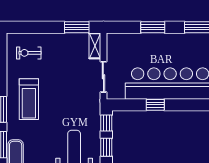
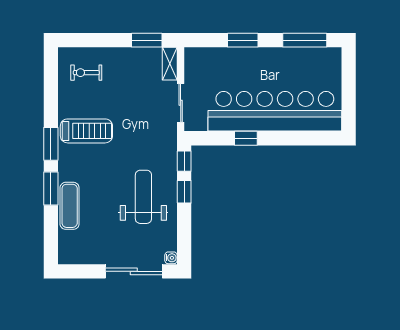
treadmill: (29, 99) -> (86, 131), turned -90

